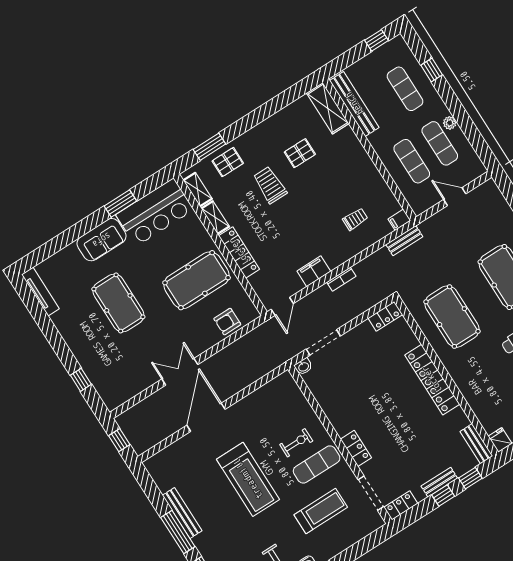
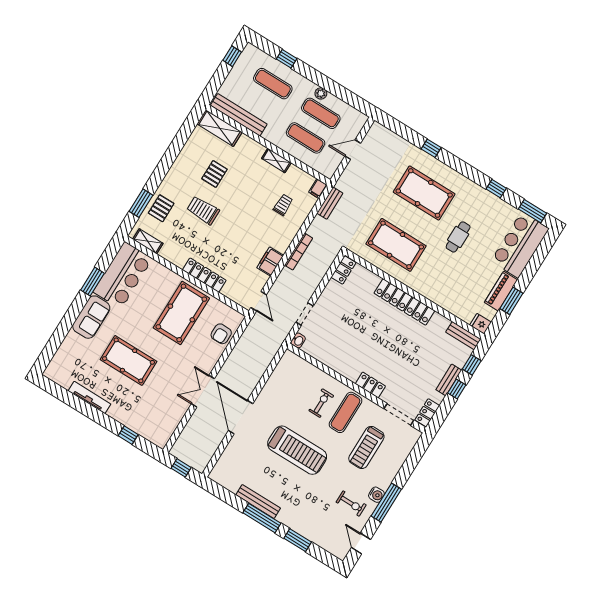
shelving: (215, 218) -> (276, 161), moved
bookcase: (341, 279) -> (299, 252), width x1.56
tv unit: (40, 292) -> (89, 397), moved
doorway: (323, 342) -> (305, 314), width x0.73
treadmill: (321, 511) -> (366, 447), turned 180

